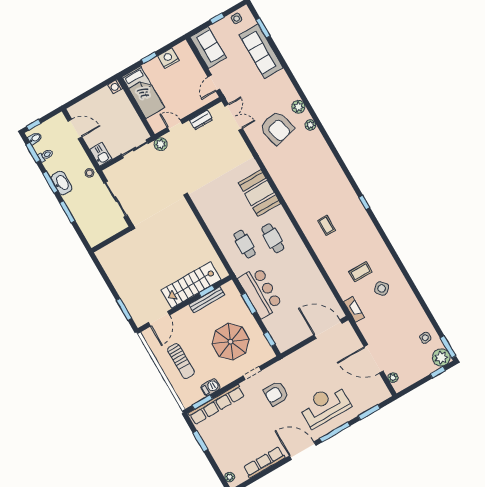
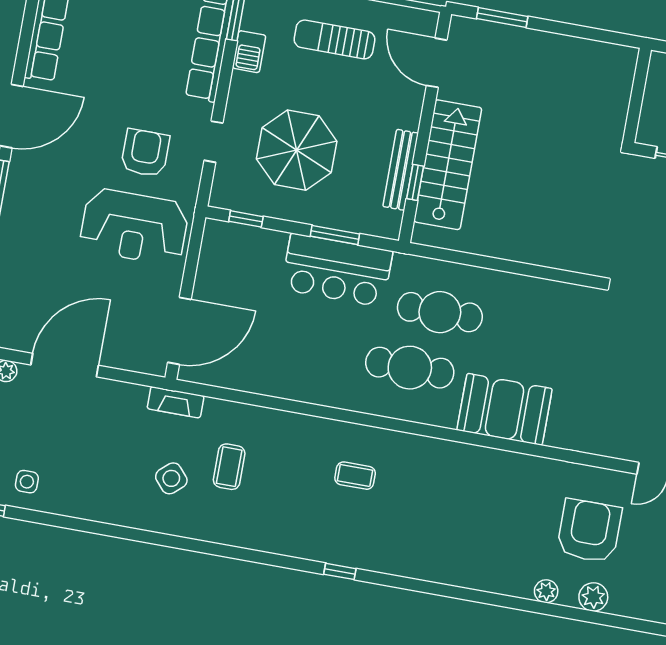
armchair: (277, 128) -> (589, 531), turned 104
cafe table: (273, 238) -> (410, 368), width x1.37, depth x1.35
cafe table: (245, 244) -> (440, 312), width x1.37, depth x1.35
reception desk: (325, 406) -> (134, 227), moved, turned 90

